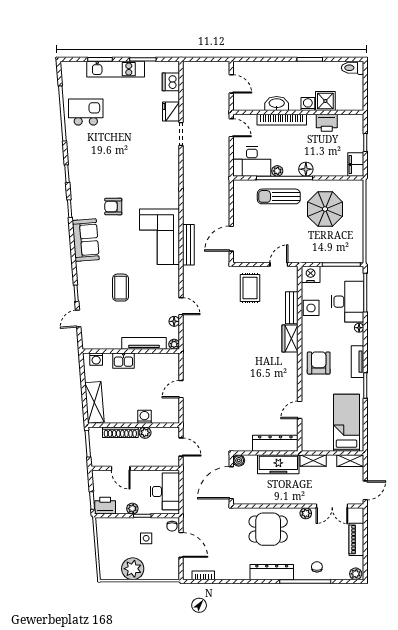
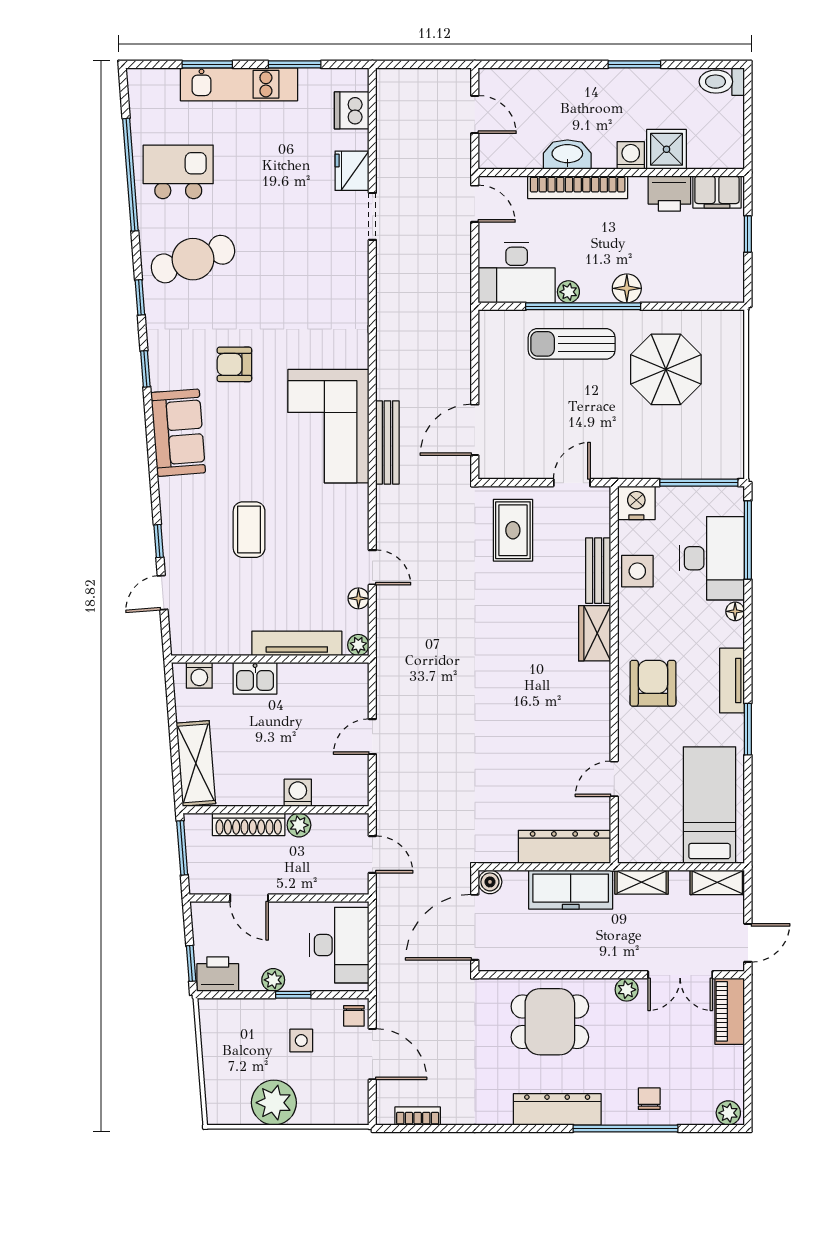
cafe table: (93, 155) -> (193, 259), added
filing cabinet: (356, 165) -> (717, 192), moved, turned -90
piano: (356, 539) -> (730, 1011), moved

